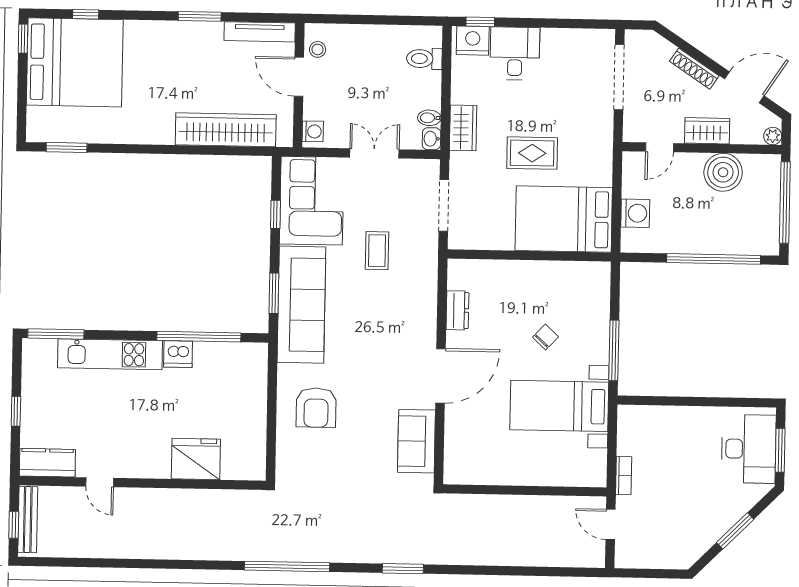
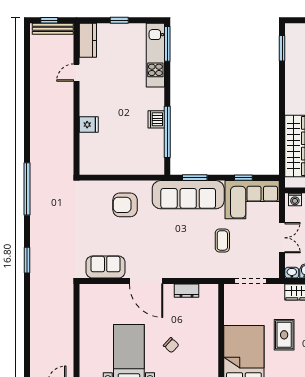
coffee table: (377, 251) -> (222, 240), turned 90
kitchen unit: (110, 354) -> (155, 55), moved
fridge: (196, 459) -> (89, 125), width x0.53, depth x0.75

